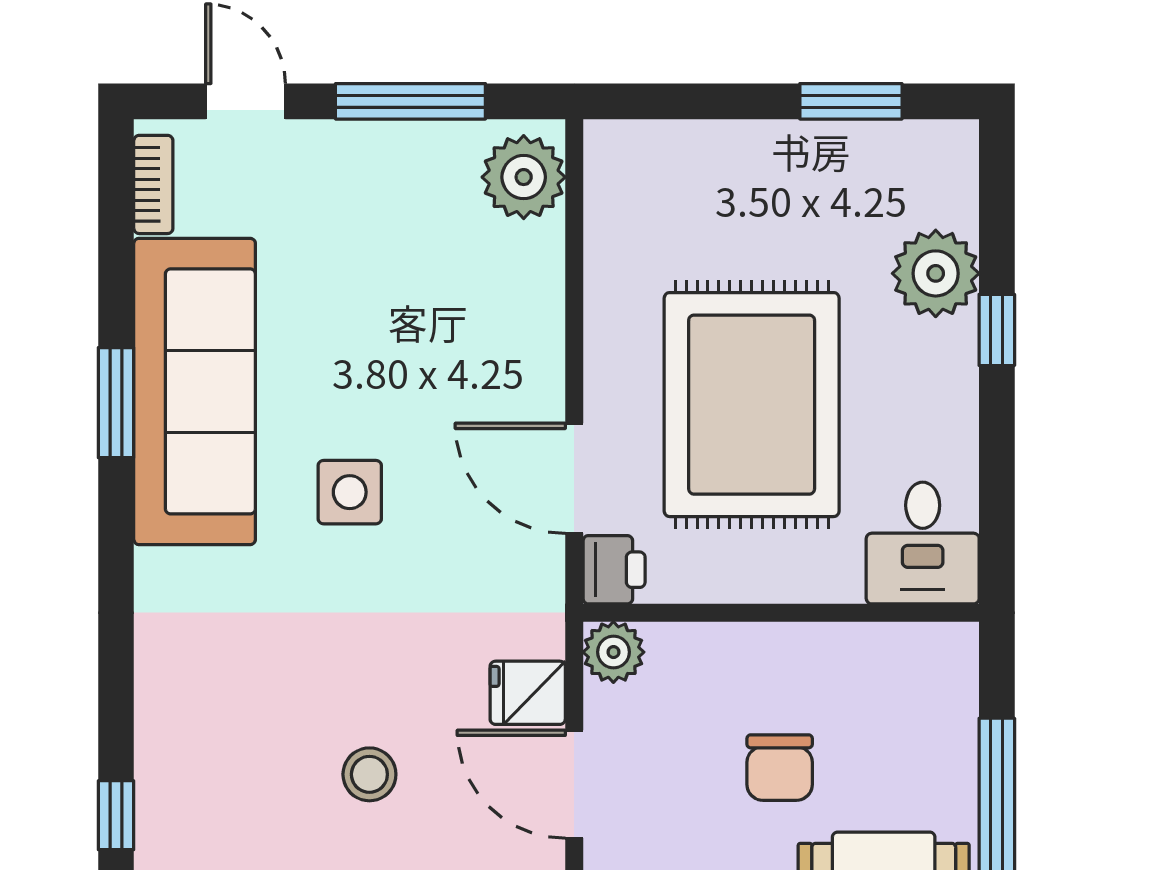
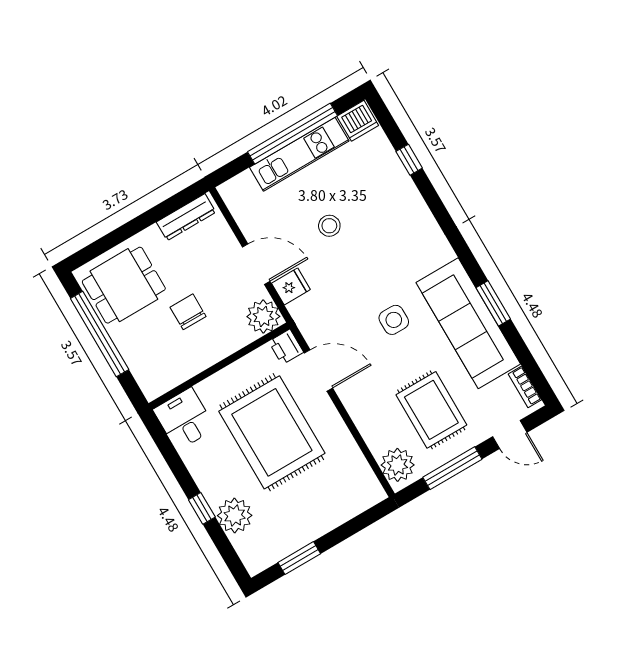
rug: (382, 252) -> (431, 410), added
plant: (613, 652) -> (263, 316), width x1.36, depth x1.36

